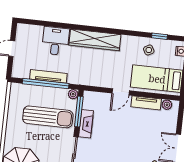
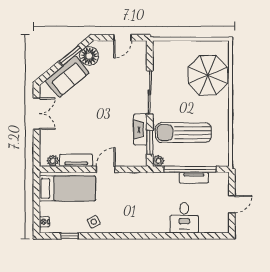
wardrobe: (95, 40) -> (141, 224), removed
side table: (149, 50) -> (94, 222), moved
tv unit: (48, 76) -> (194, 178), width x0.71
window: (79, 112) -> (150, 142), width x0.69

